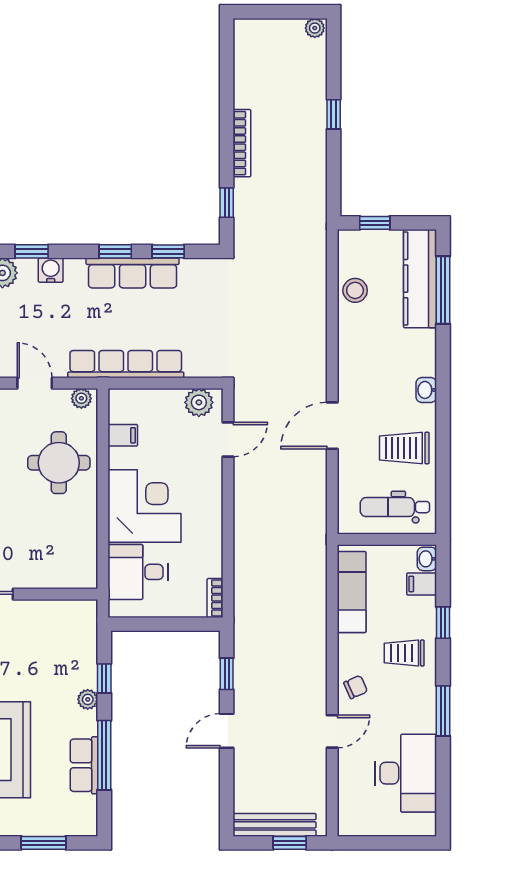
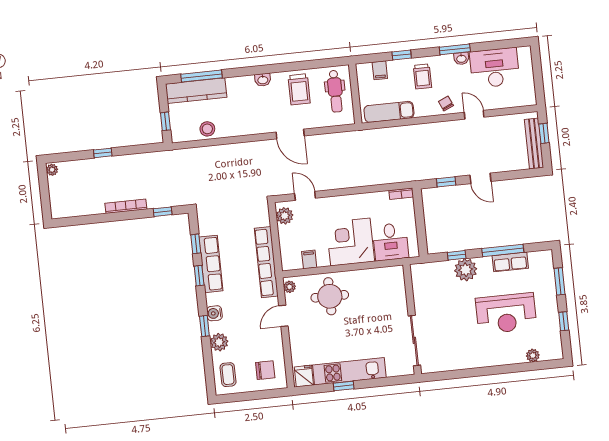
washbasin: (427, 559) -> (461, 59), moved
plant: (88, 699) -> (466, 270), width x1.88, depth x1.88

